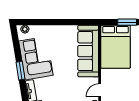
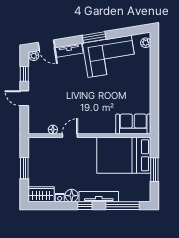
sofa: (88, 51) -> (133, 124), width x0.54, depth x0.79
door: (100, 90) -> (70, 136), hinge flipped

